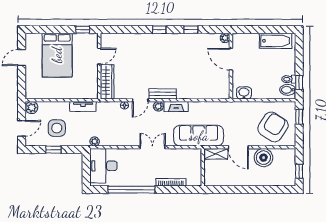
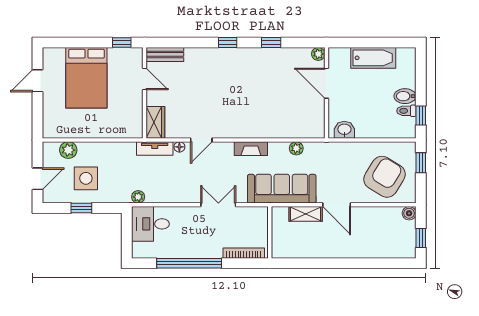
bathtub: (276, 41) -> (373, 58), moved
door: (99, 56) -> (145, 79), hinge flipped
wardrobe: (107, 82) -> (155, 122), width x0.67
bidet: (288, 90) -> (405, 96), moved
bench: (163, 94) -> (165, 54), moved
tv unit: (83, 106) -> (155, 148), moved
plant: (158, 106) -> (296, 148), moved
plant: (32, 108) -> (68, 150), moved
boiler: (263, 158) -> (409, 213), moved, width x0.54, depth x0.54
desk: (103, 166) -> (150, 224), width x0.73
wall: (203, 167) -> (270, 232), moved

